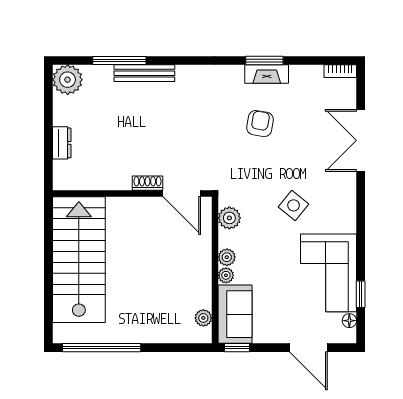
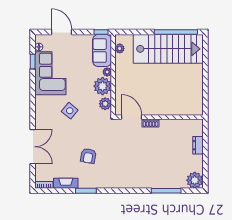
bench: (144, 73) -> (152, 184), removed
fireplace: (267, 74) -> (66, 183), moved
plant: (227, 257) -> (103, 86), width x1.87, depth x1.87
stairs: (79, 260) -> (168, 49), moved, turned -90

